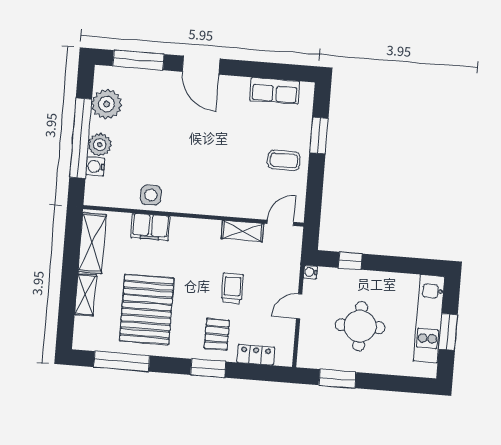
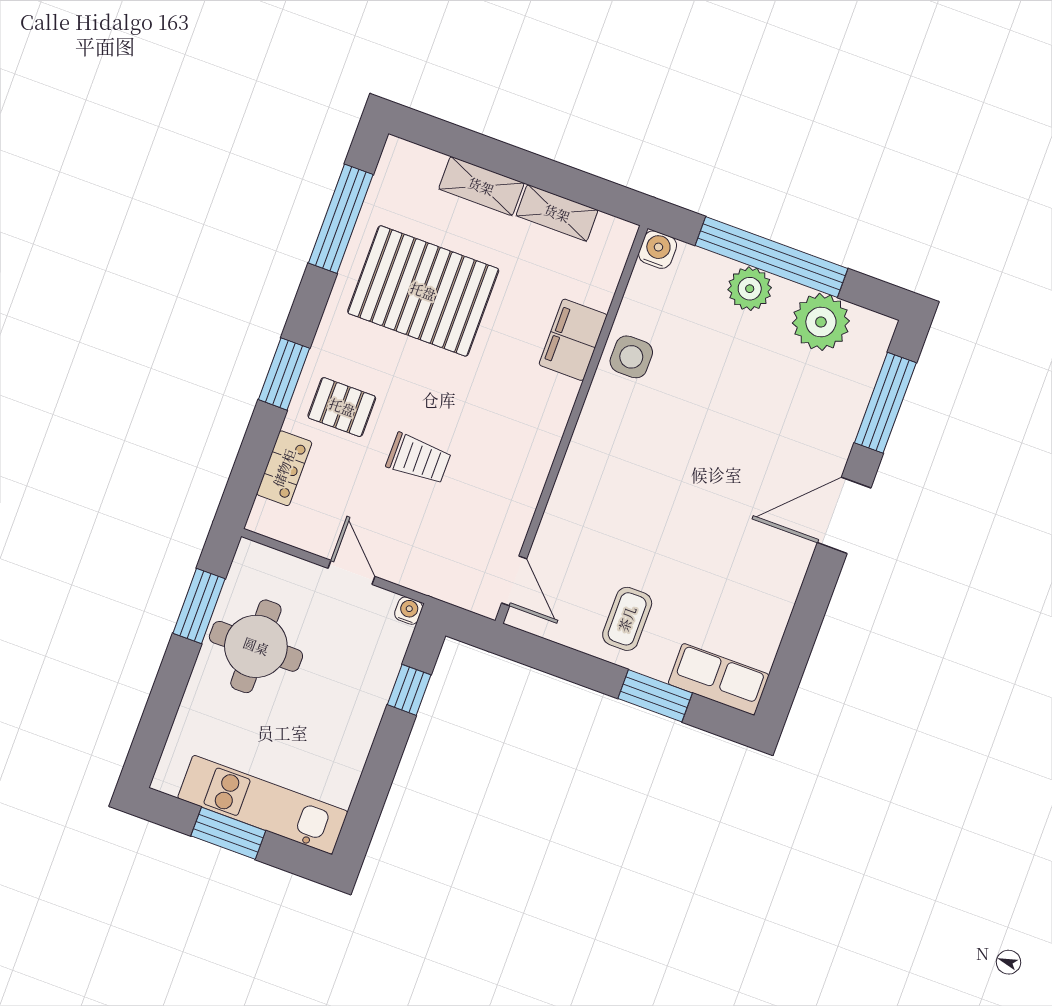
row of seats: (275, 91) -> (719, 679), moved, turned 90
water cooler: (95, 166) -> (658, 250), moved
shelving: (242, 231) -> (518, 507), removed
shelving: (92, 243) -> (557, 213), width x0.67, depth x0.75
round table: (360, 326) -> (256, 646), moved

